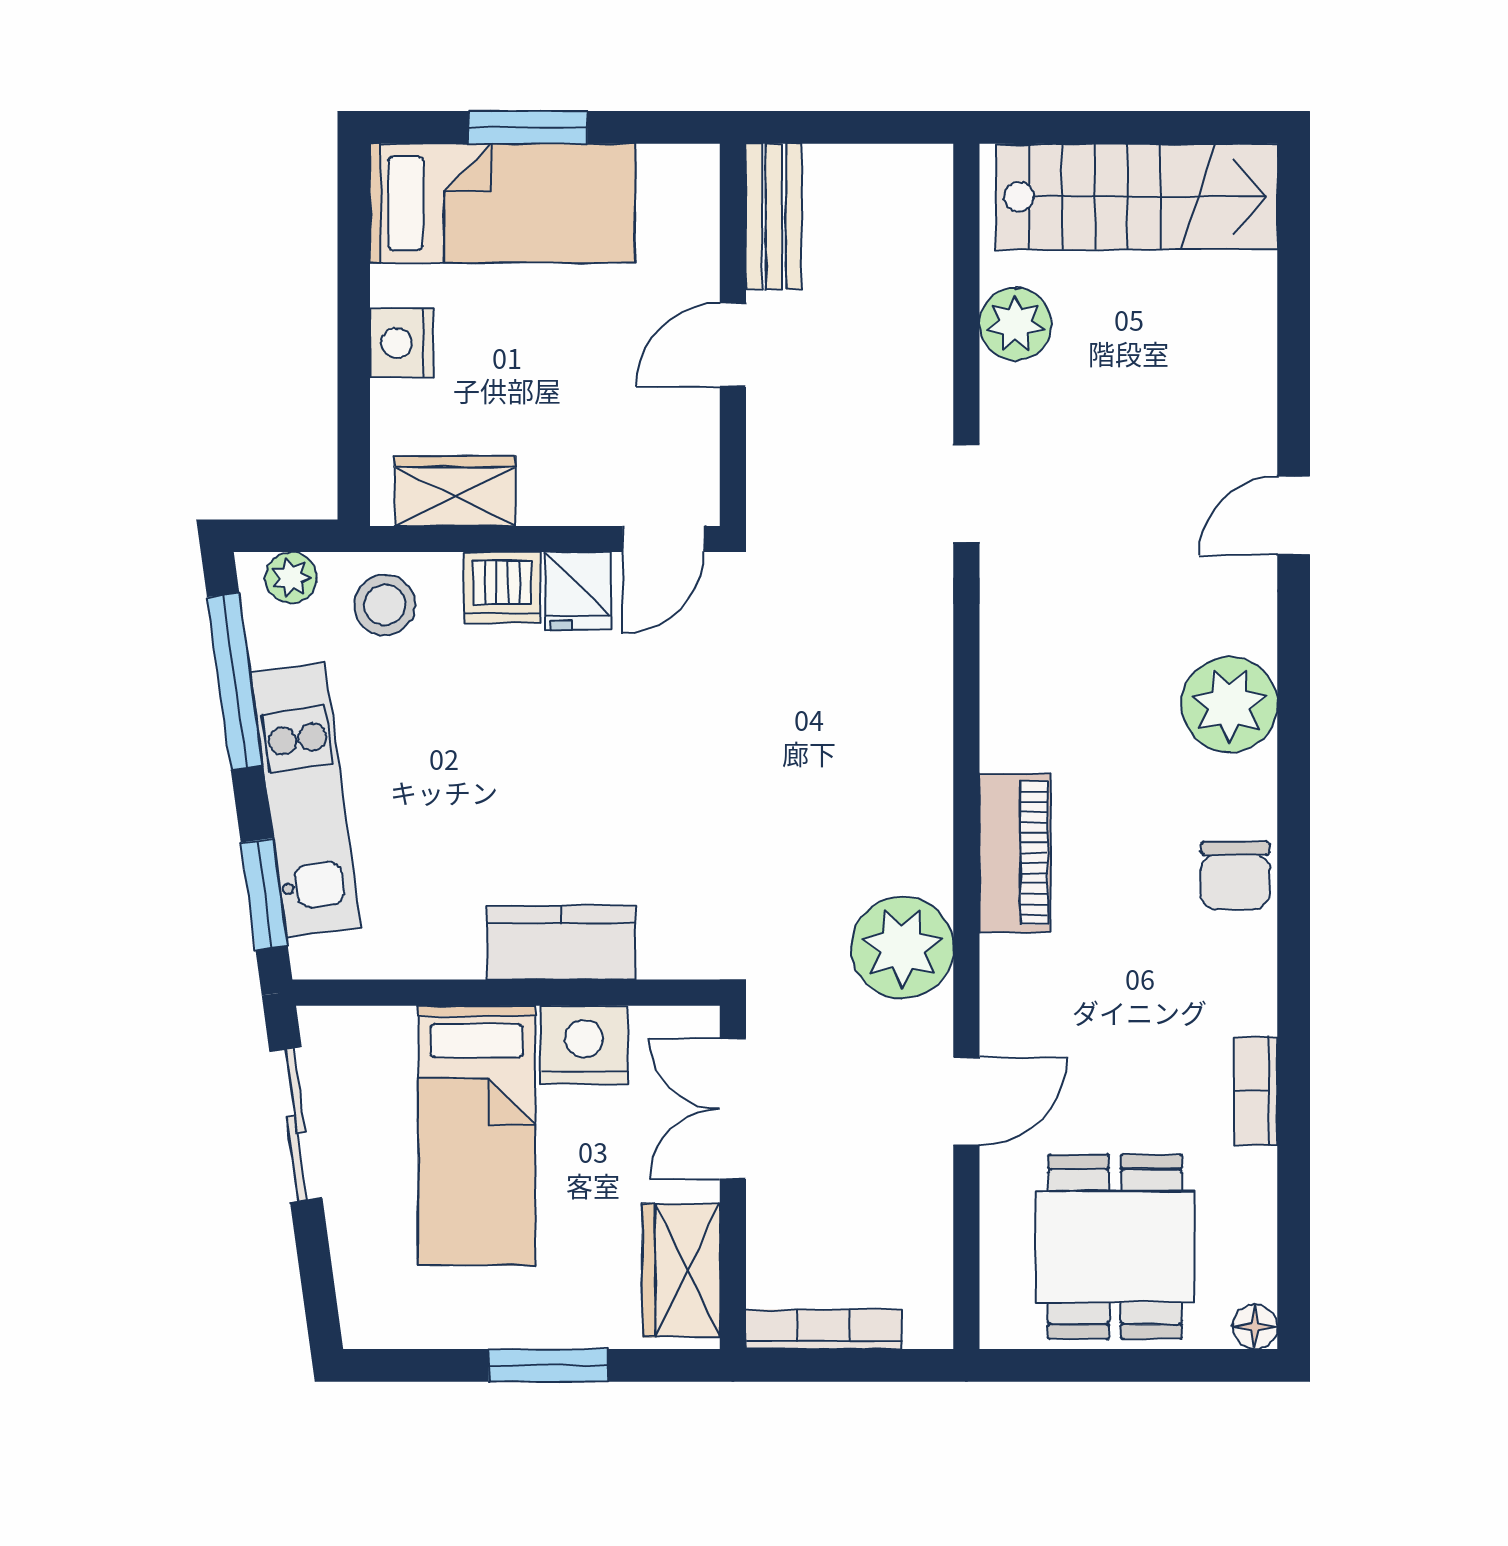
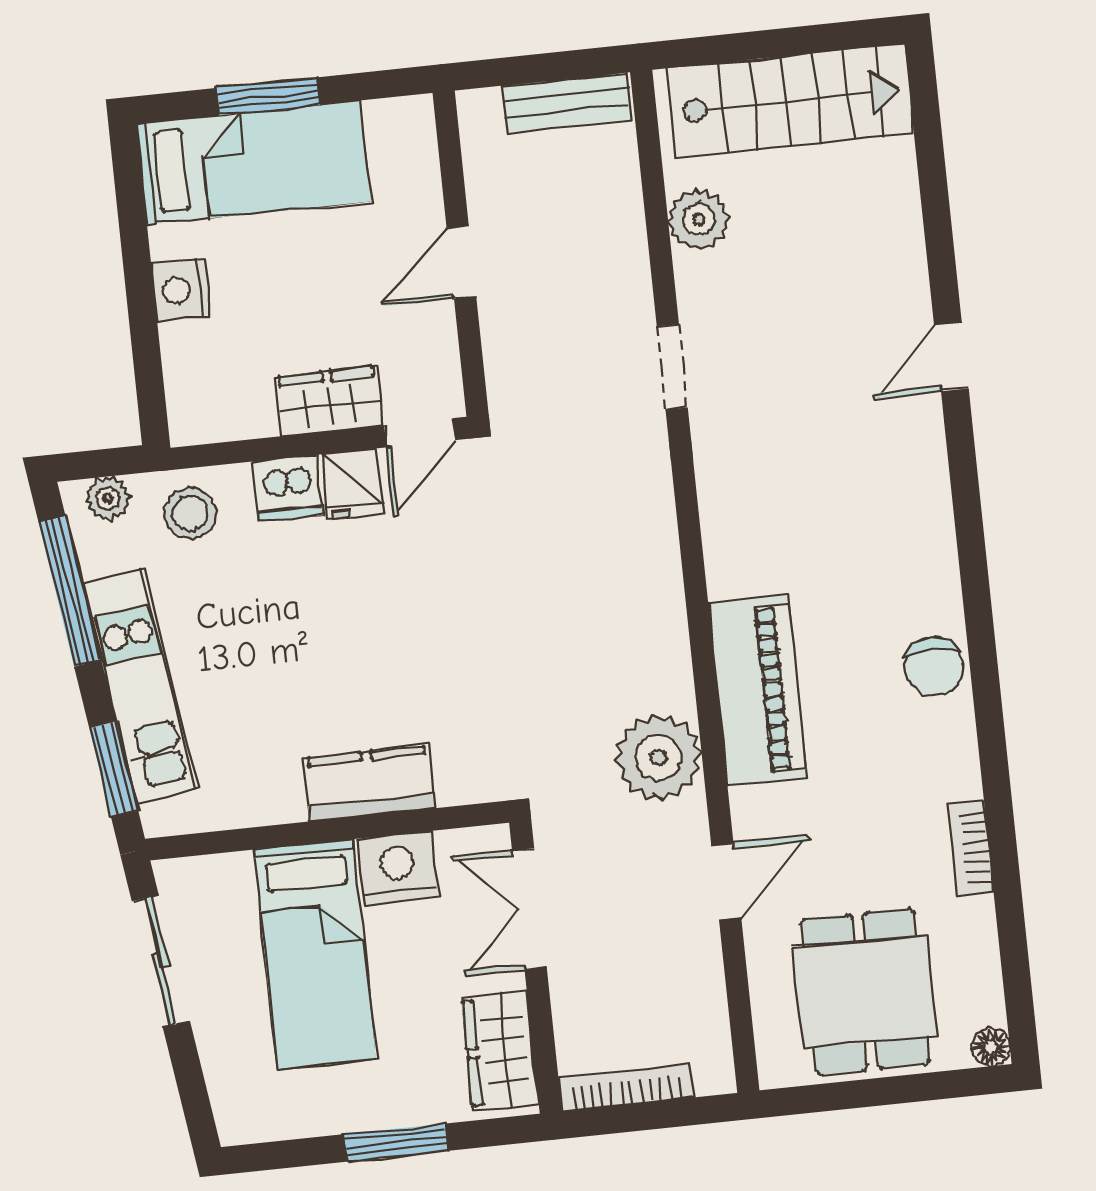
bench: (774, 217) -> (567, 103), moved, turned 90
wardrobe: (455, 491) -> (329, 401), moved
plant: (1229, 705) -> (914, 523), removed
piano: (1015, 853) -> (758, 691), width x1.37, depth x1.33

